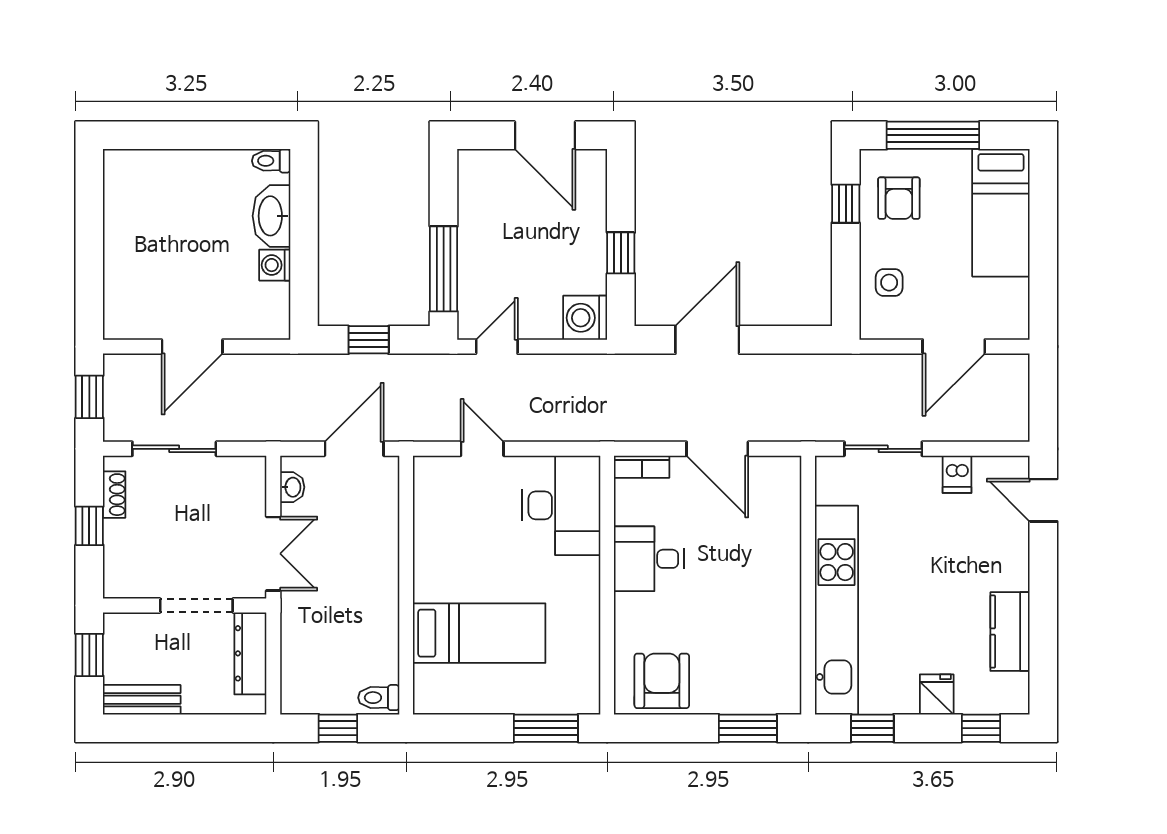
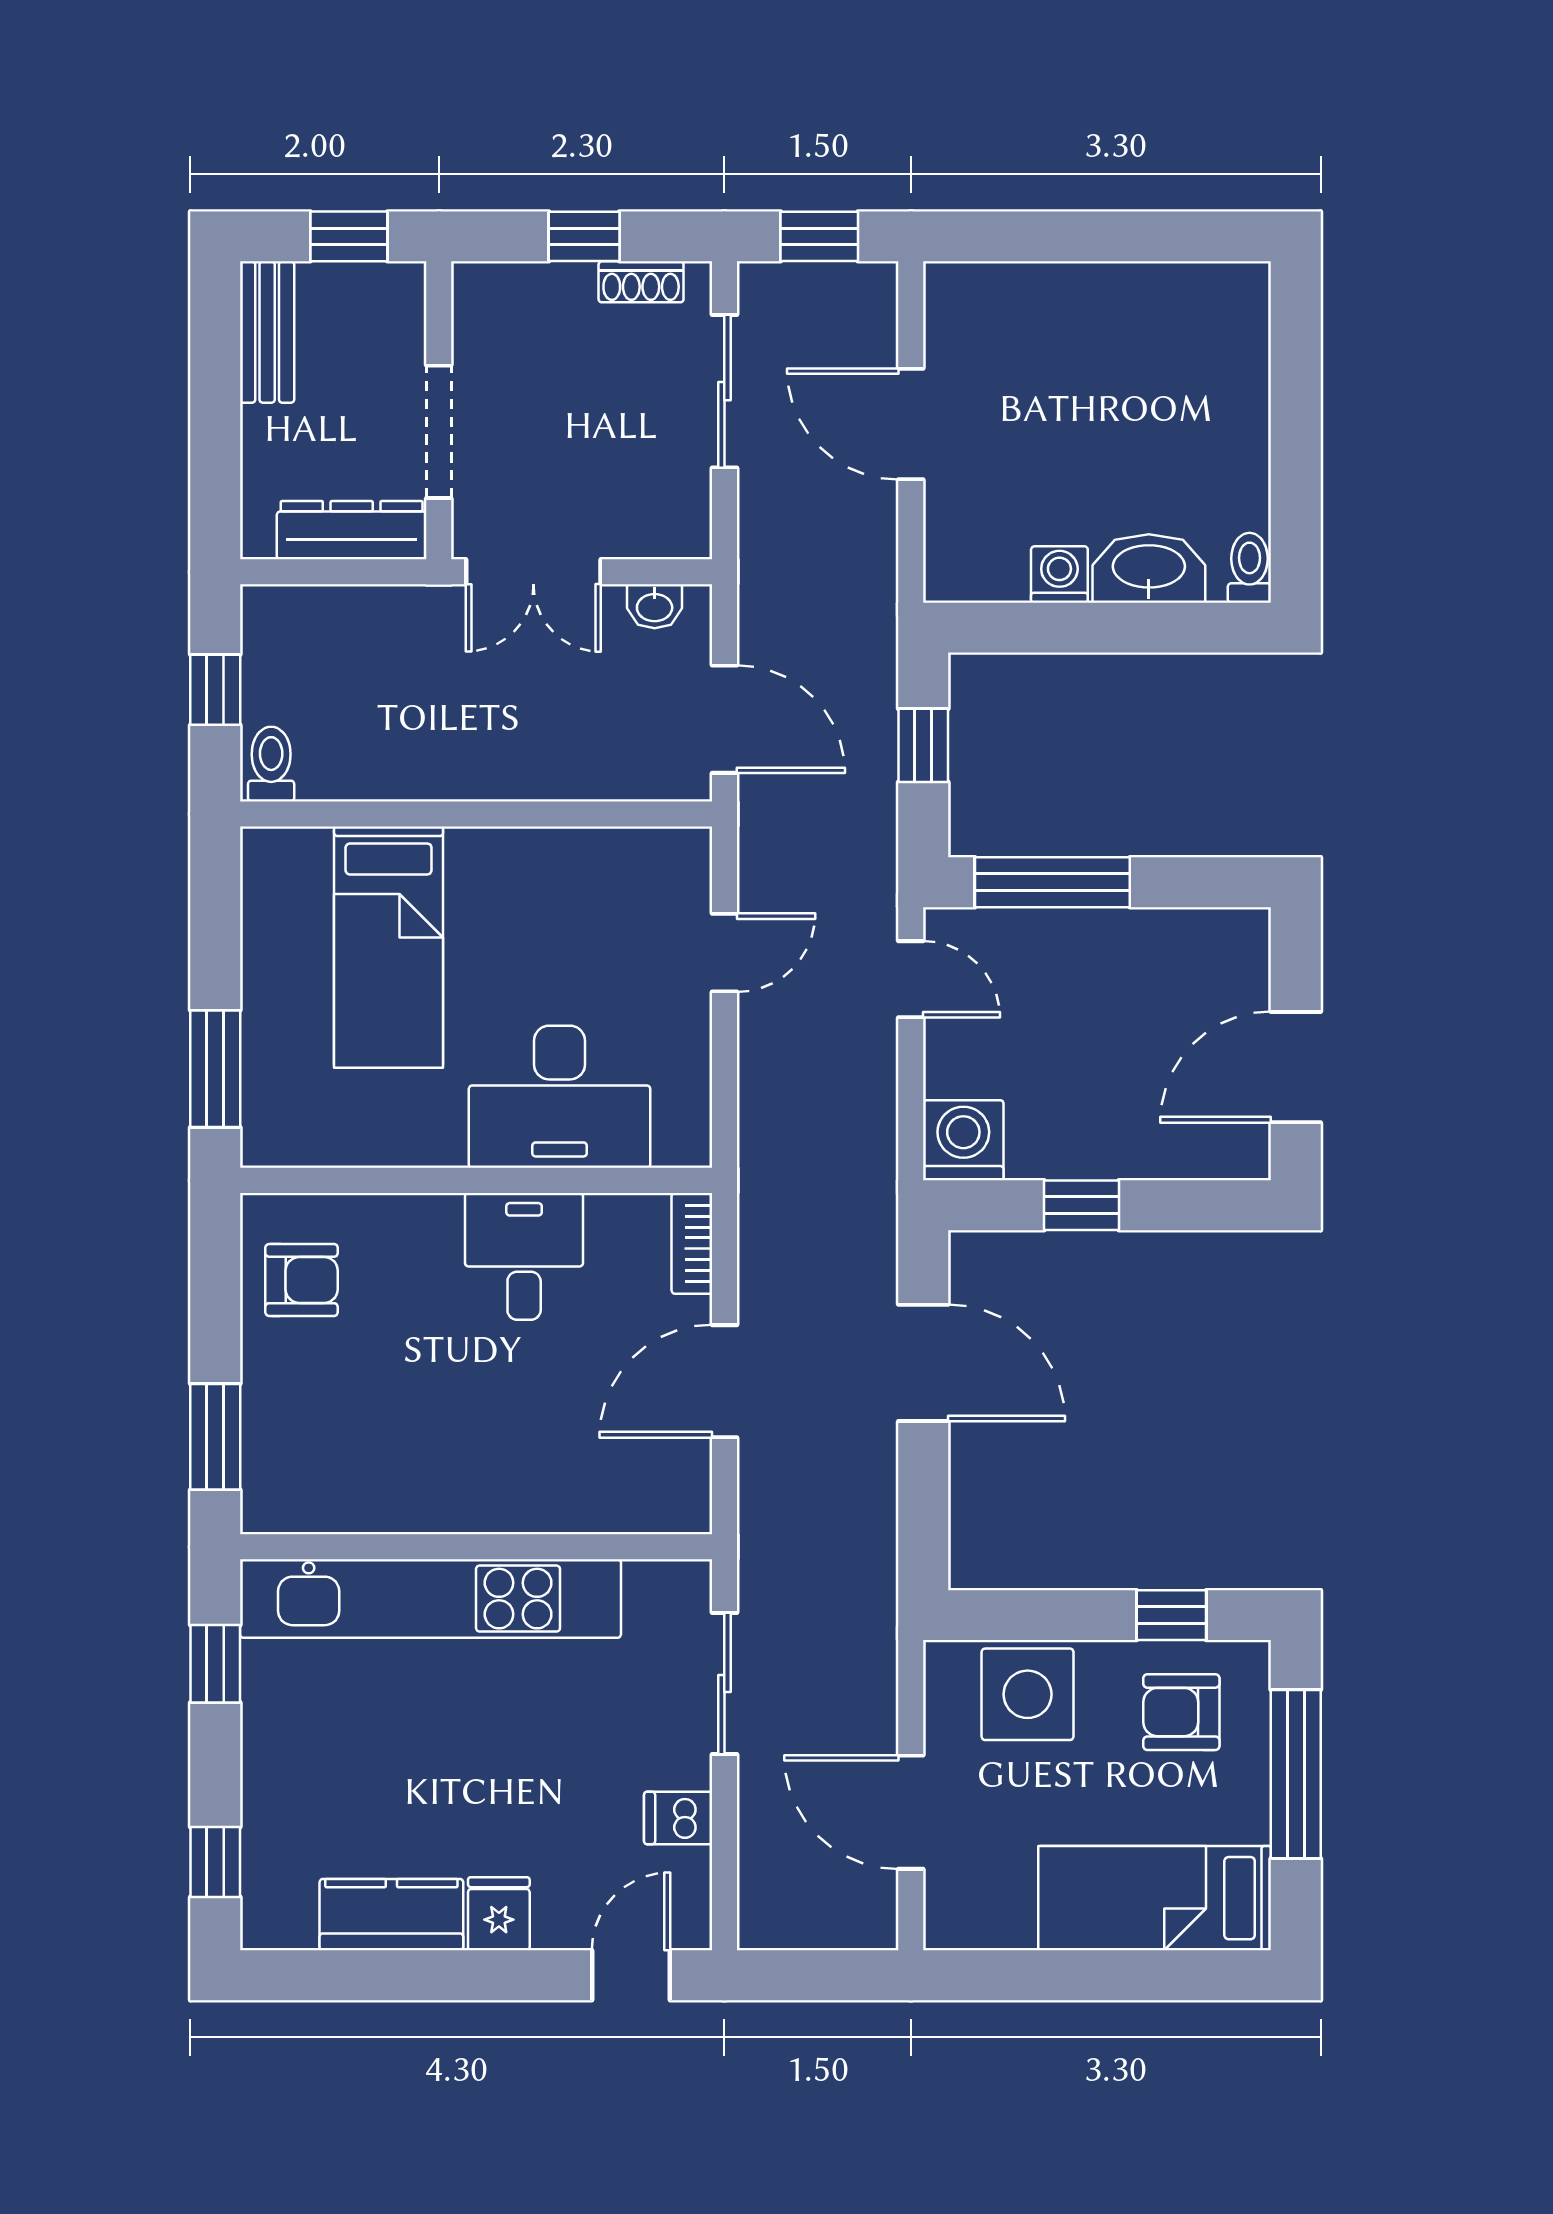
side table: (889, 283) -> (1028, 1694), width x1.87, depth x1.87
desk: (561, 505) -> (560, 1097), moved
armchair: (662, 681) -> (302, 1280), width x0.72, depth x0.72
fridge: (937, 694) -> (499, 1914), moved, turned -90

